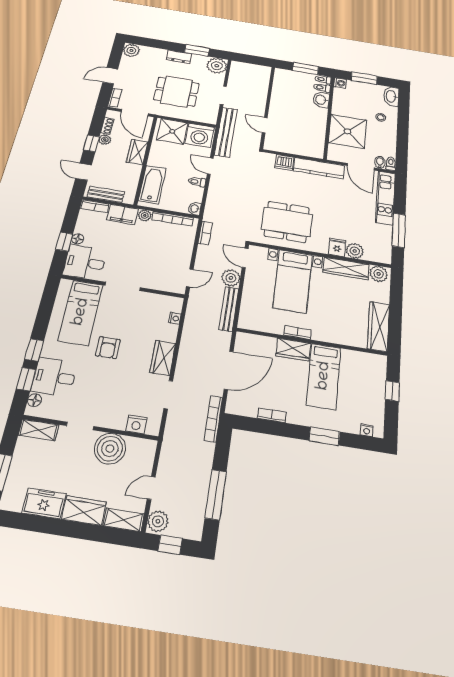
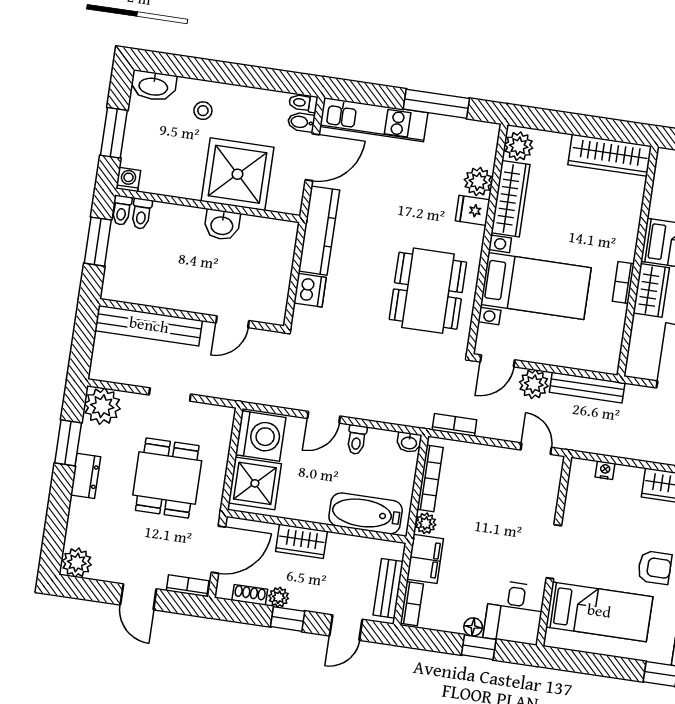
washbasin: (321, 100) -> (222, 225), moved
bench: (226, 132) -> (149, 326), moved

